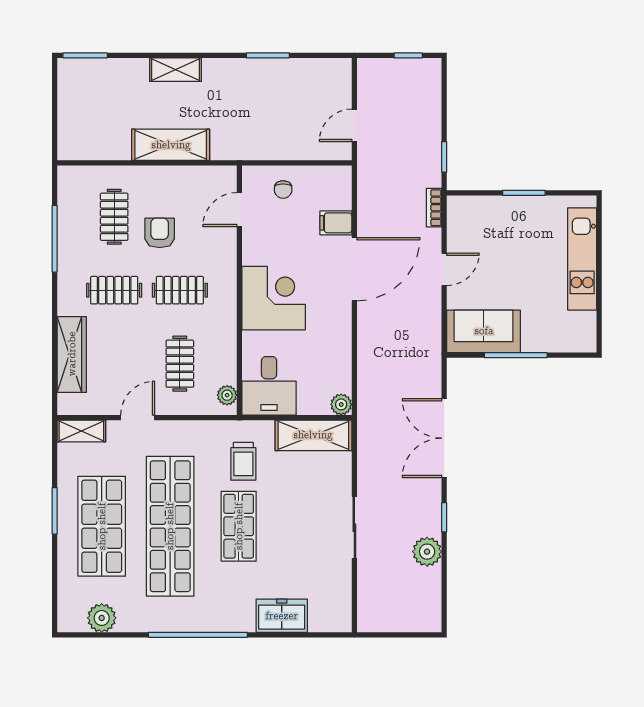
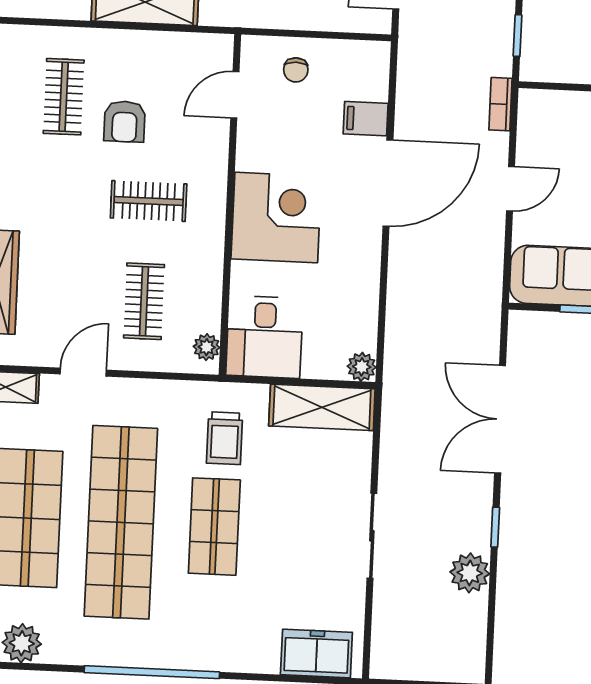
armchair: (160, 233) -> (125, 122), turned 180
clothes rail: (114, 290) -> (59, 197), removed
freezer: (282, 616) -> (316, 653), moved

